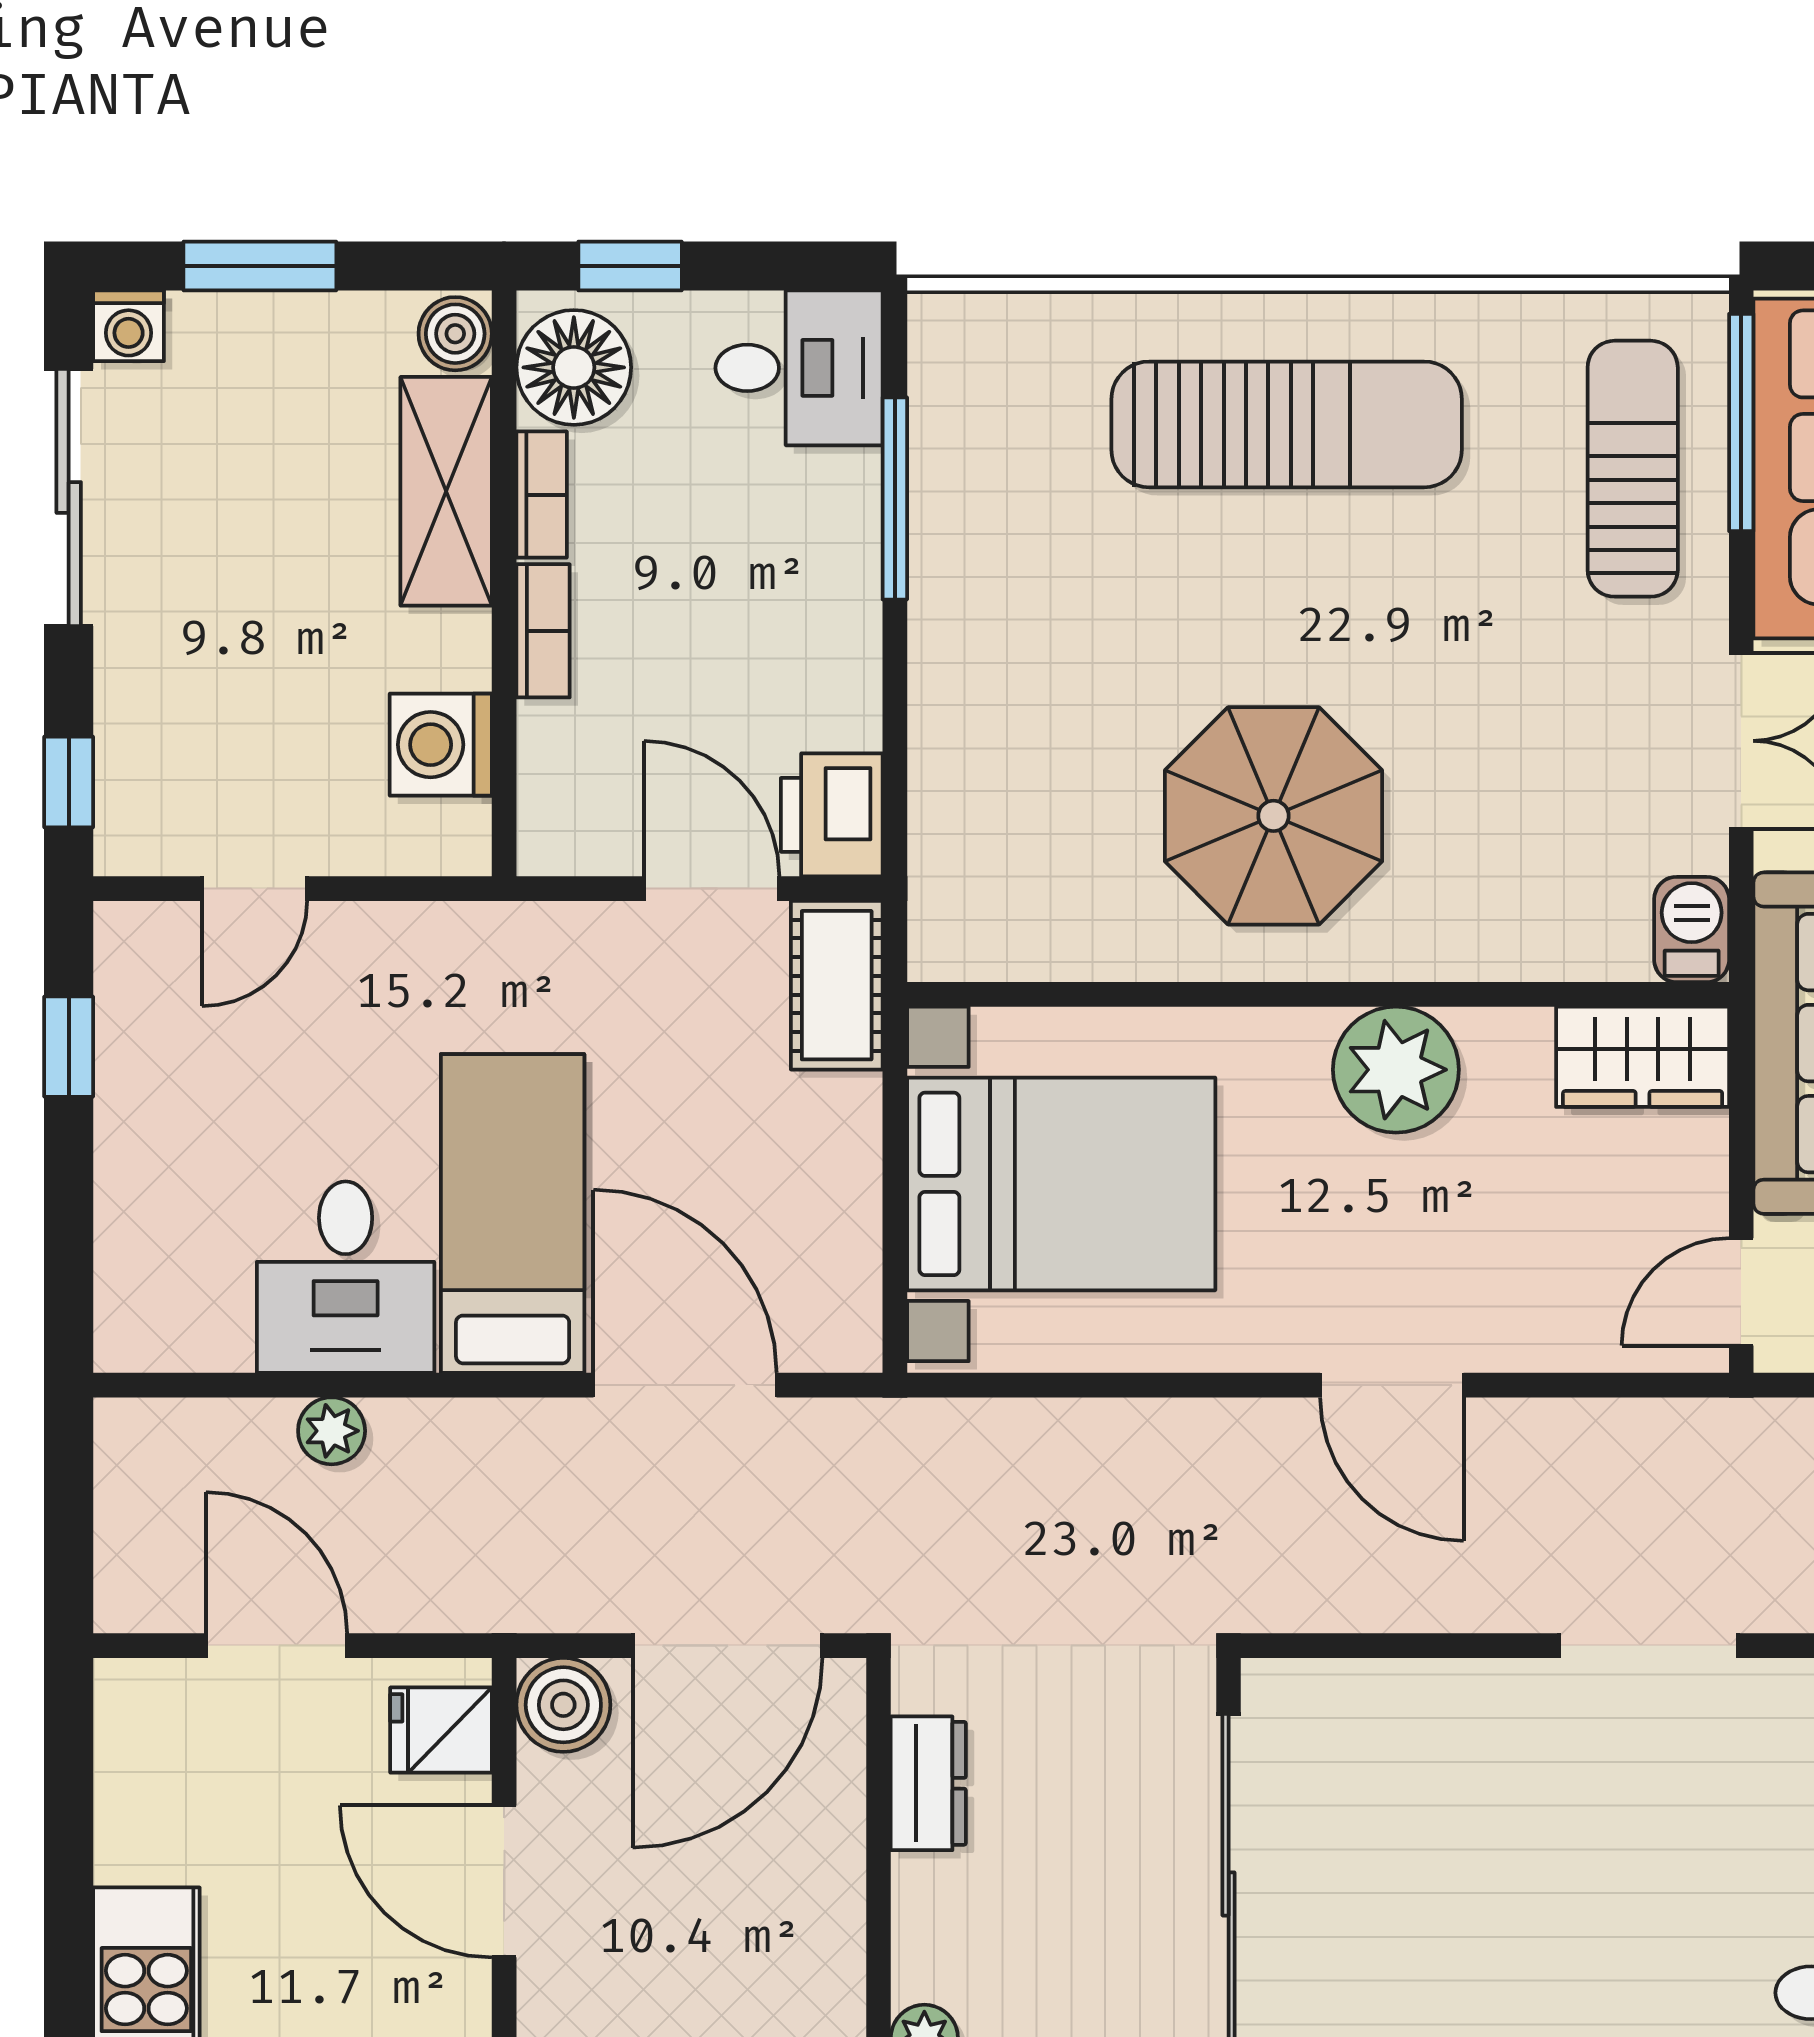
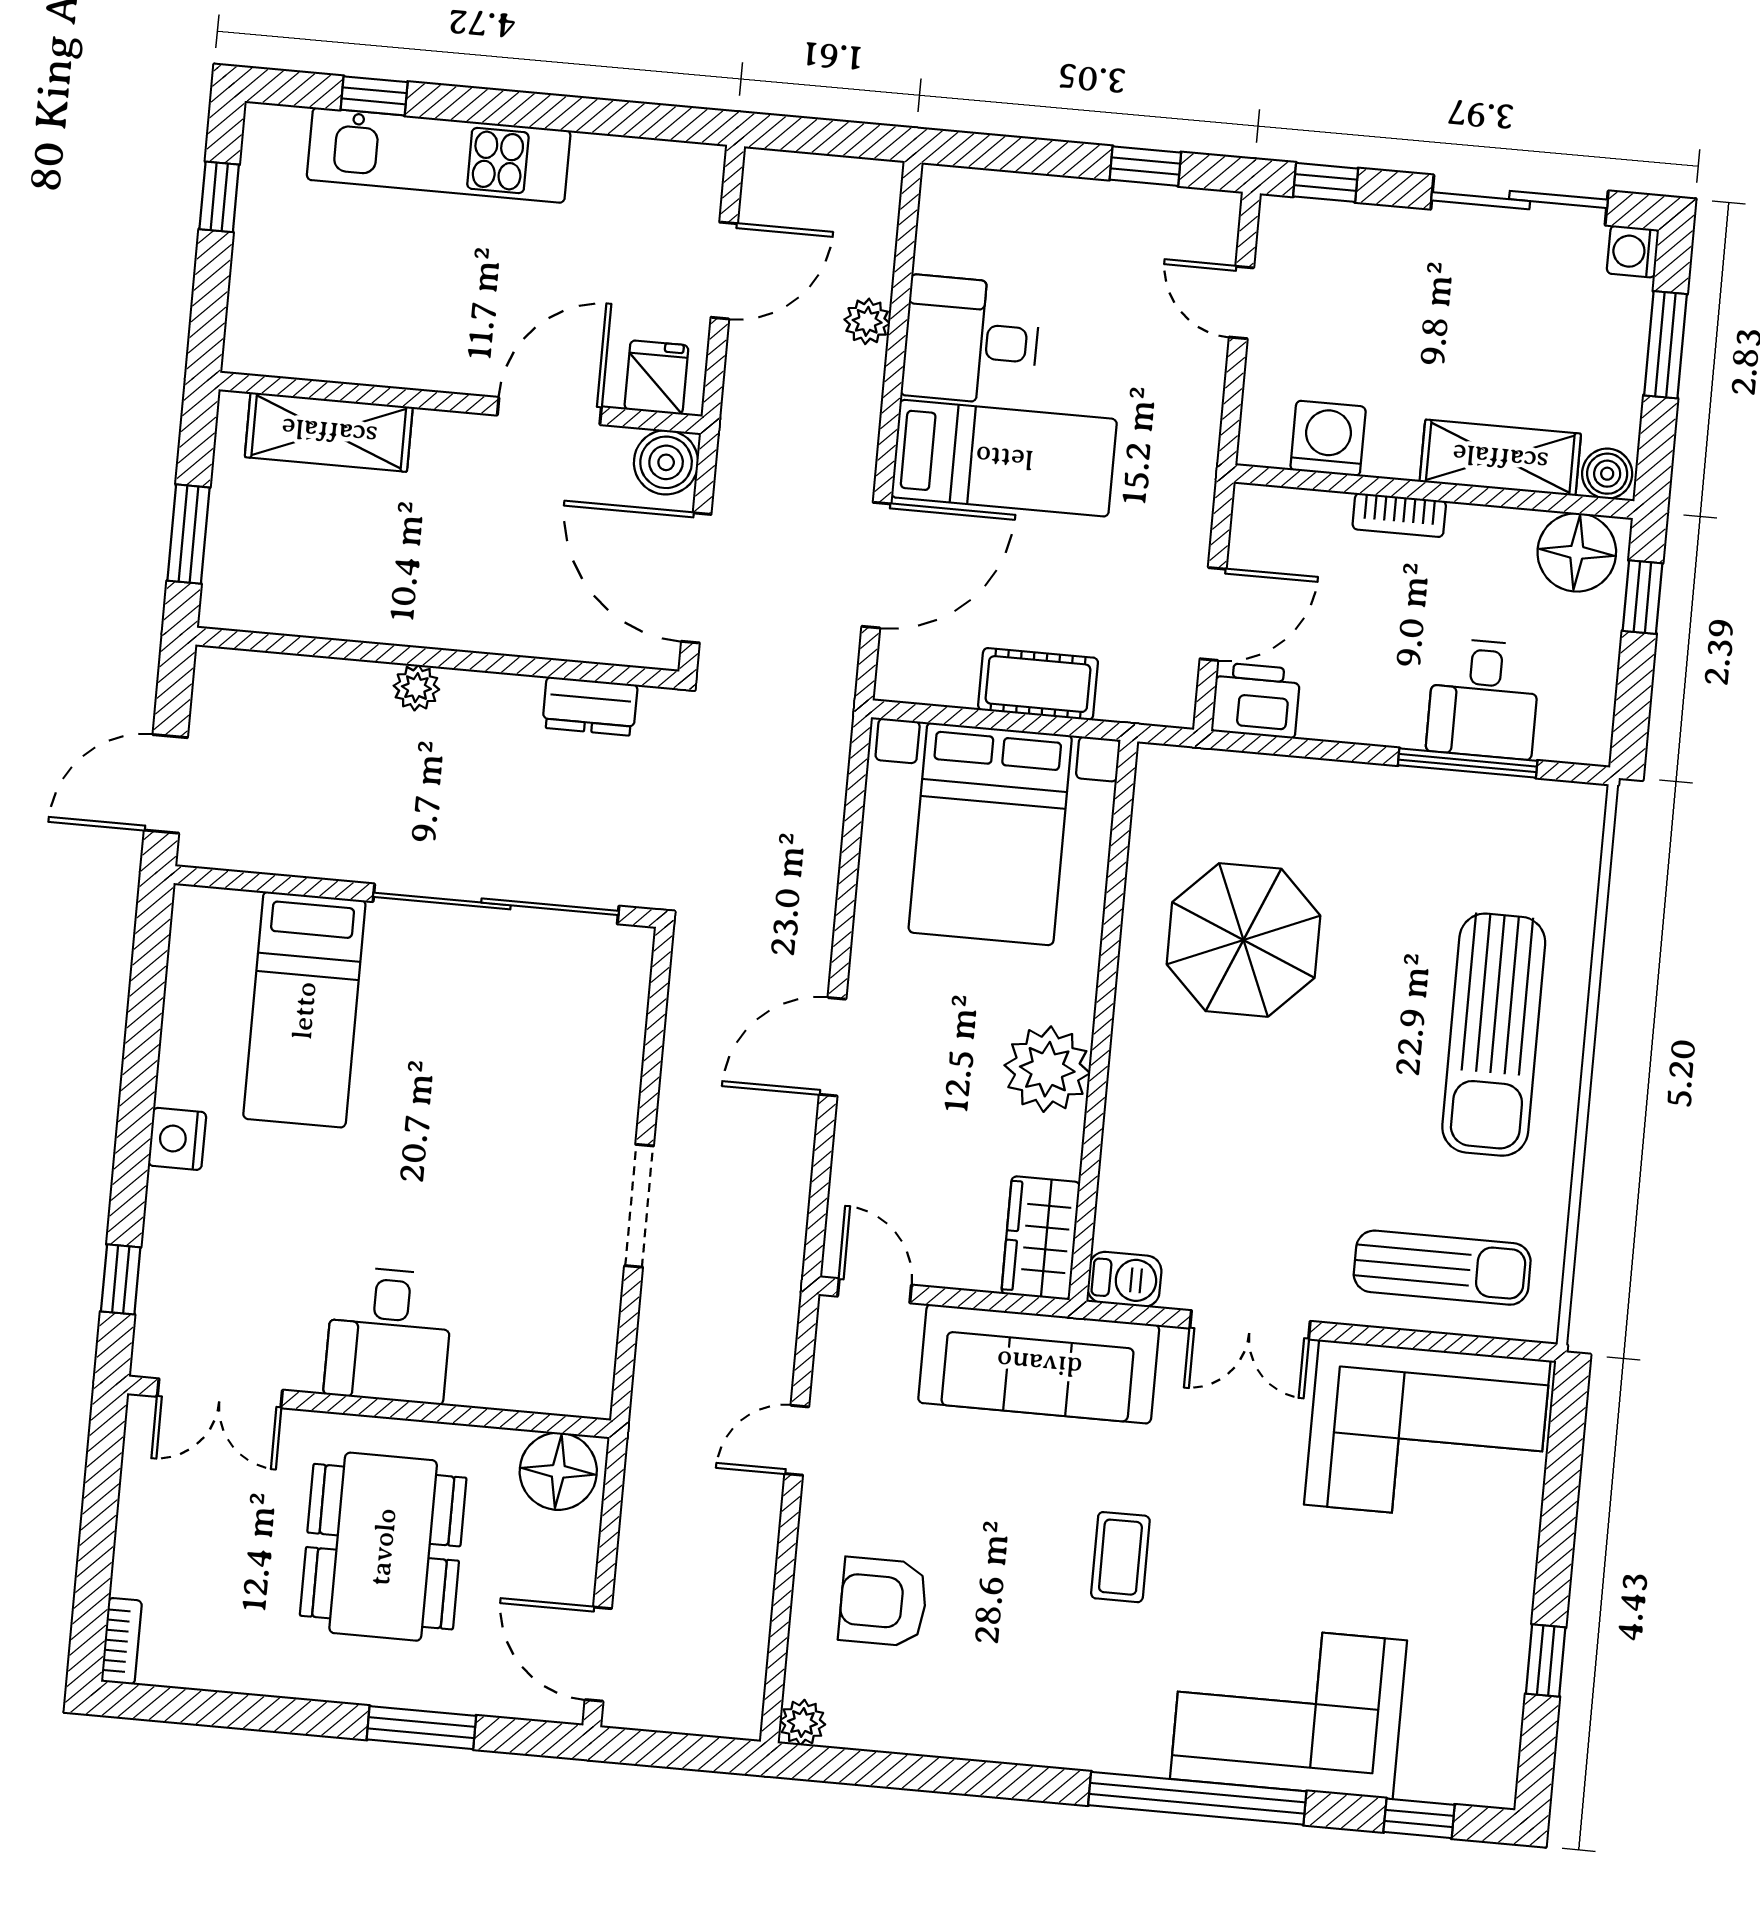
desk: (799, 368) -> (1483, 699), moved
window: (1741, 422) -> (1467, 1345), removed
bookcase: (542, 495) -> (1492, 523), removed
parasol: (1274, 816) -> (1243, 940), moved
cot: (837, 985) -> (1038, 684), moved

